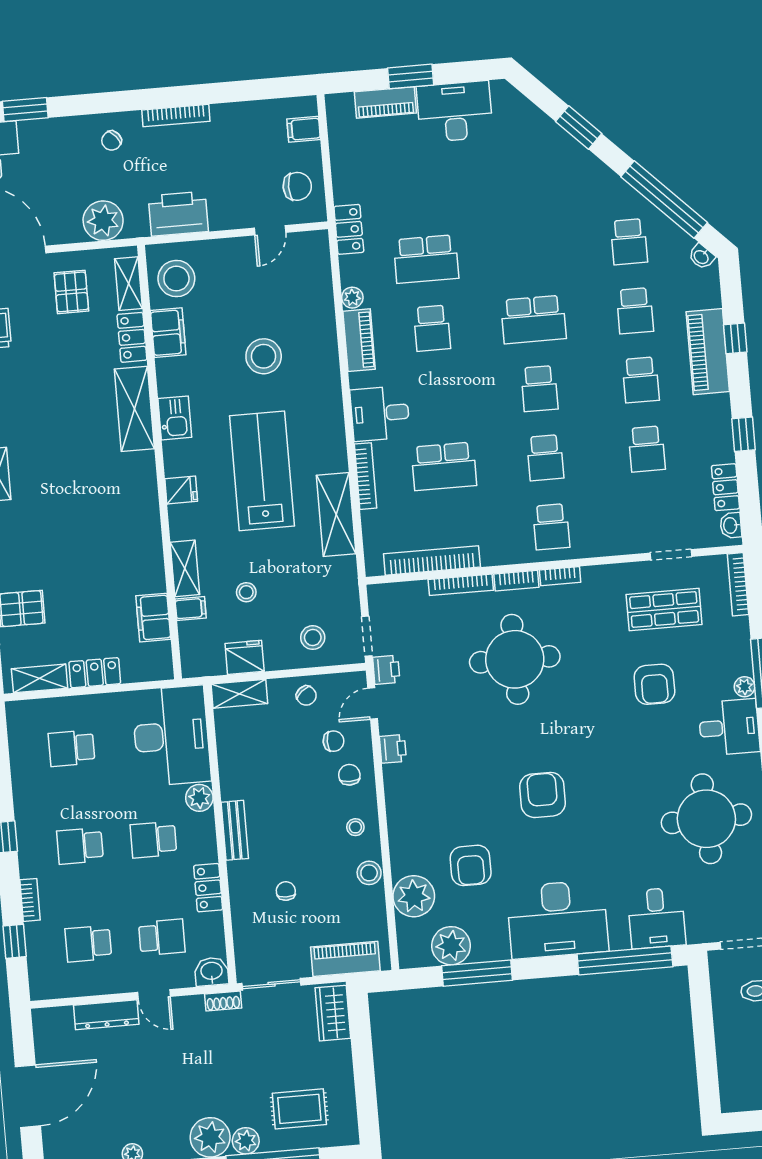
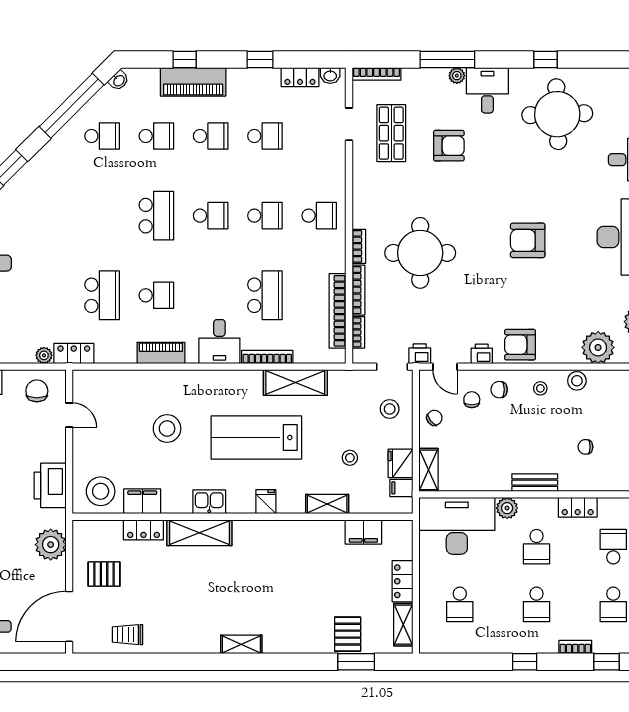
shelving: (129, 284) -> (101, 529), removed
plant: (352, 298) -> (44, 355), moved
bookcase: (560, 576) -> (358, 332), moved
filing cabinet: (191, 609) -> (401, 488), moved, turned -90
armchair: (471, 865) -> (520, 345), moved, turned 180

